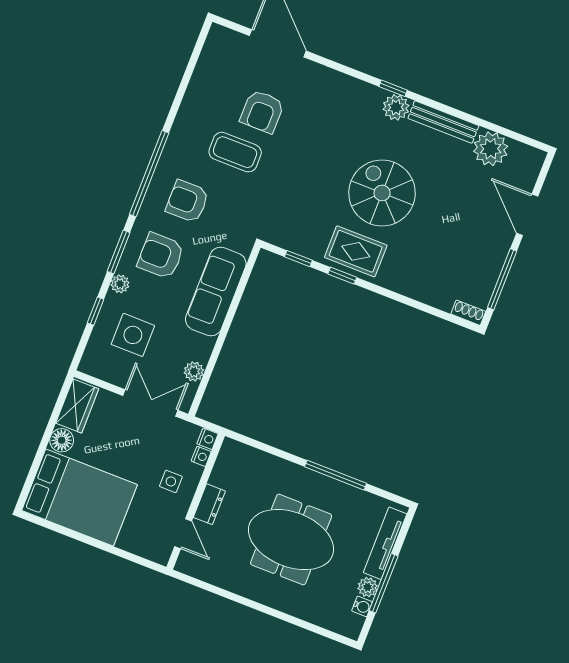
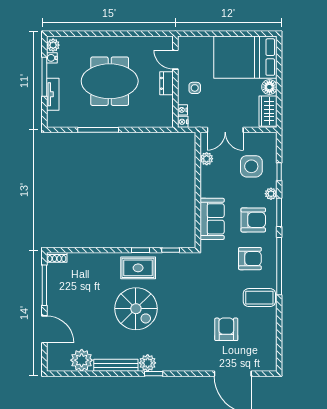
coffee table: (235, 152) -> (259, 298), moved
sofa: (216, 292) -> (212, 219), width x0.73
tv unit: (385, 543) -> (53, 94), width x0.71
plant: (368, 587) -> (53, 45), moved

